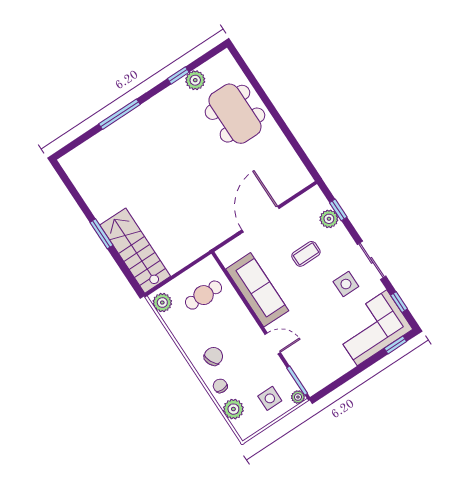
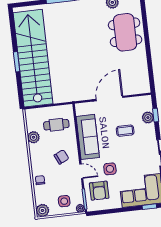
stairs: (135, 251) -> (33, 58), width x1.86, depth x1.51
side table: (346, 284) -> (110, 169), moved
plant: (162, 303) -> (33, 137), moved
chair: (213, 356) -> (61, 157), moved
armchair: (312, 358) -> (99, 191), added
plant: (233, 409) -> (42, 210), moved

